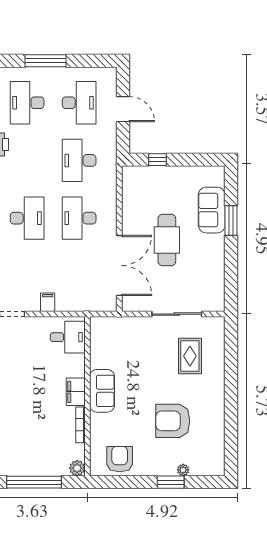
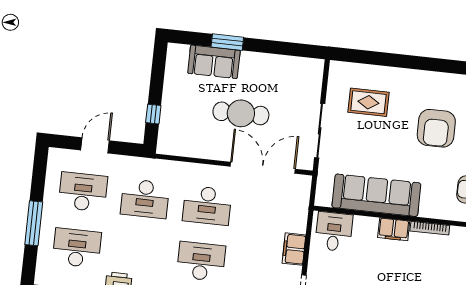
desk: (27, 103) -> (77, 248), turned 180
filing cabinet: (48, 302) -> (294, 249), width x2.00
sliding door: (177, 314) -> (320, 131), moved
sofa: (102, 391) -> (376, 195), width x1.85, depth x1.27

